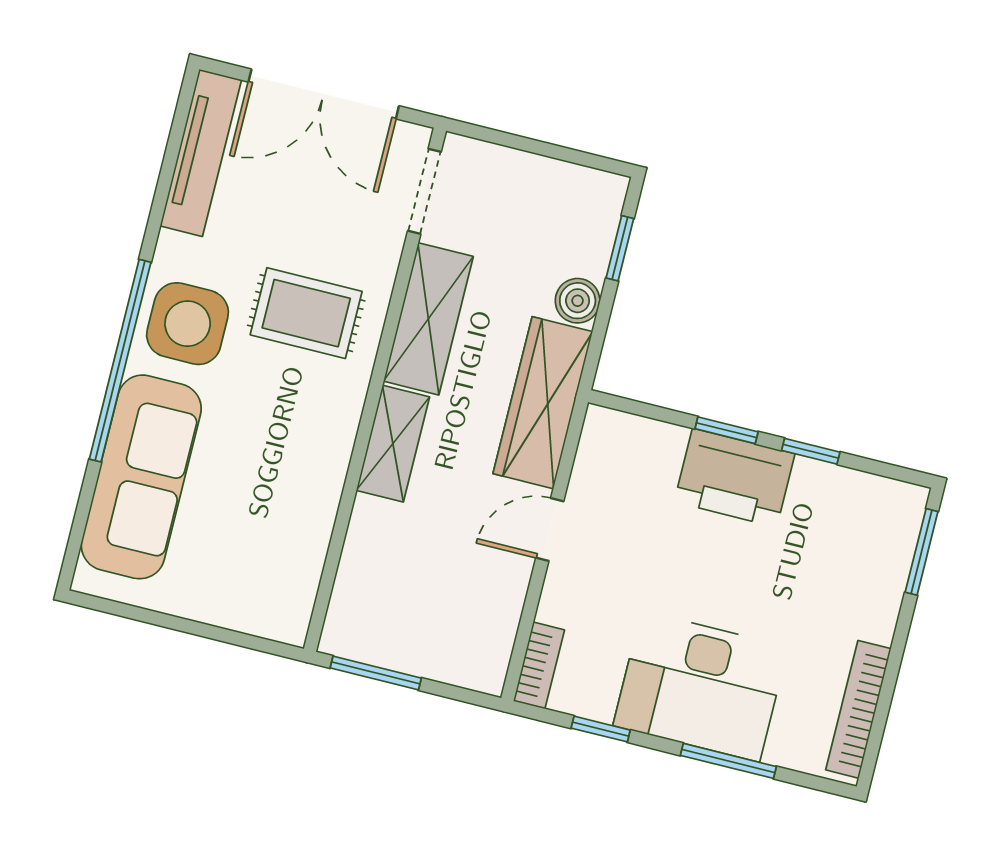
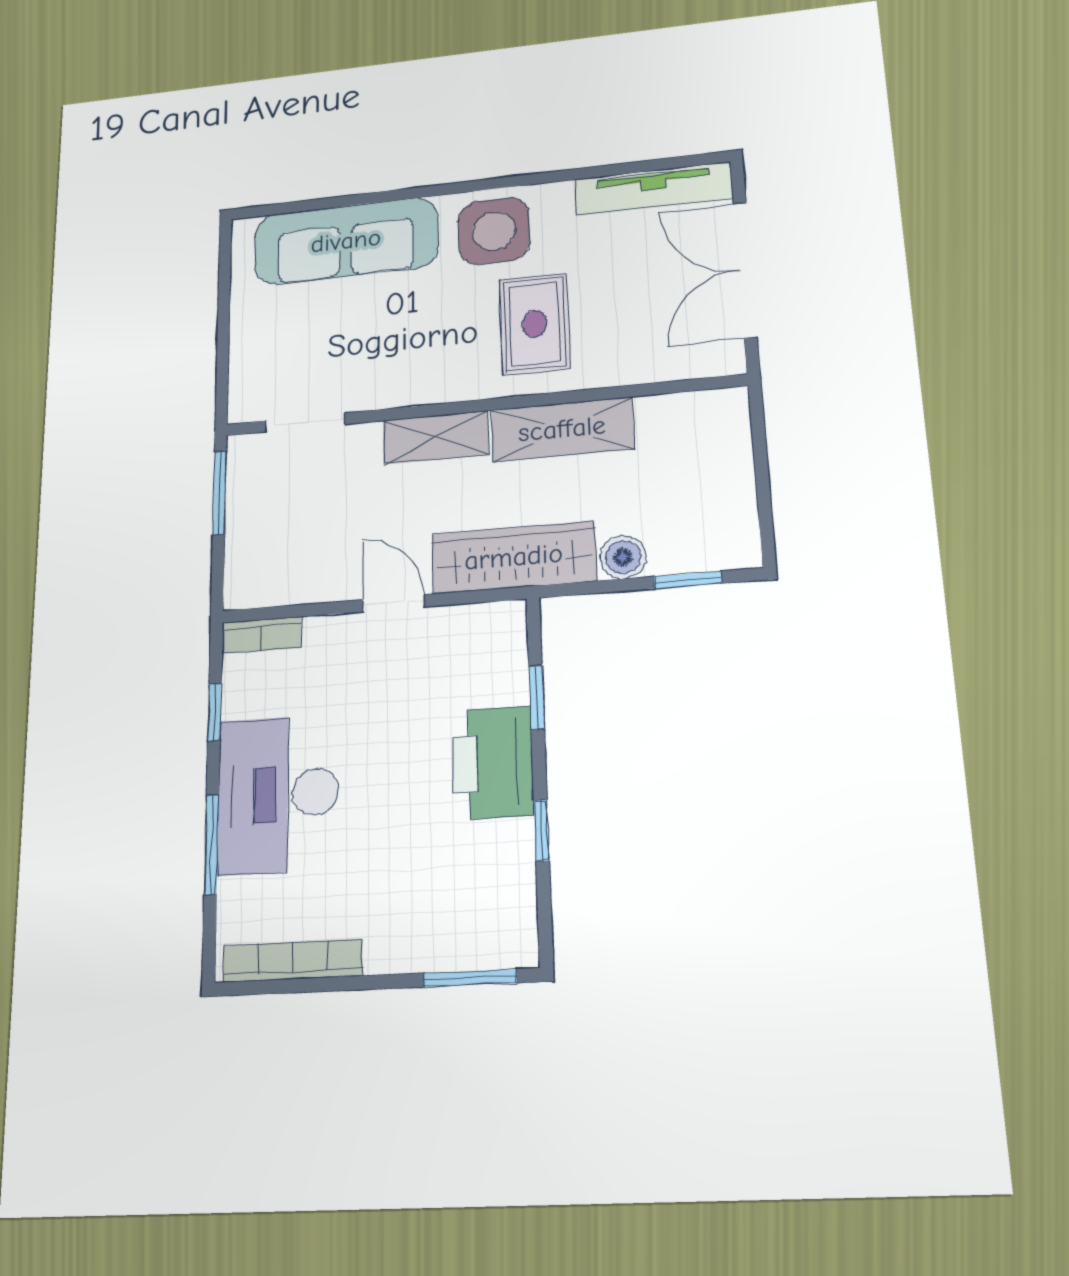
doorway: (424, 191) -> (305, 422), moved
window: (120, 361) -> (444, 189), removed
window: (727, 430) -> (537, 698), moved

